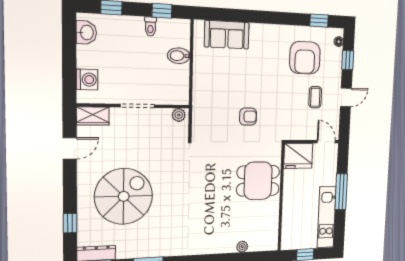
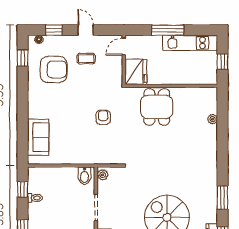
bidet: (179, 56) -> (84, 176), moved

